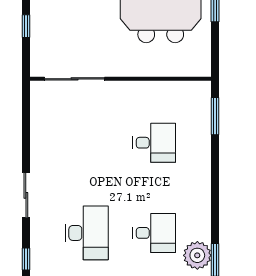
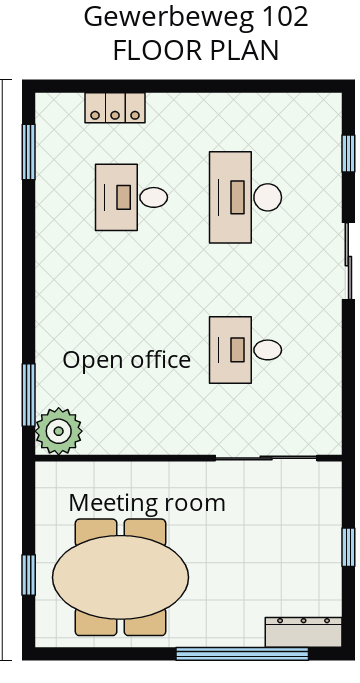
desk: (154, 143) -> (245, 350), moved
plant: (197, 255) -> (59, 431), moved

